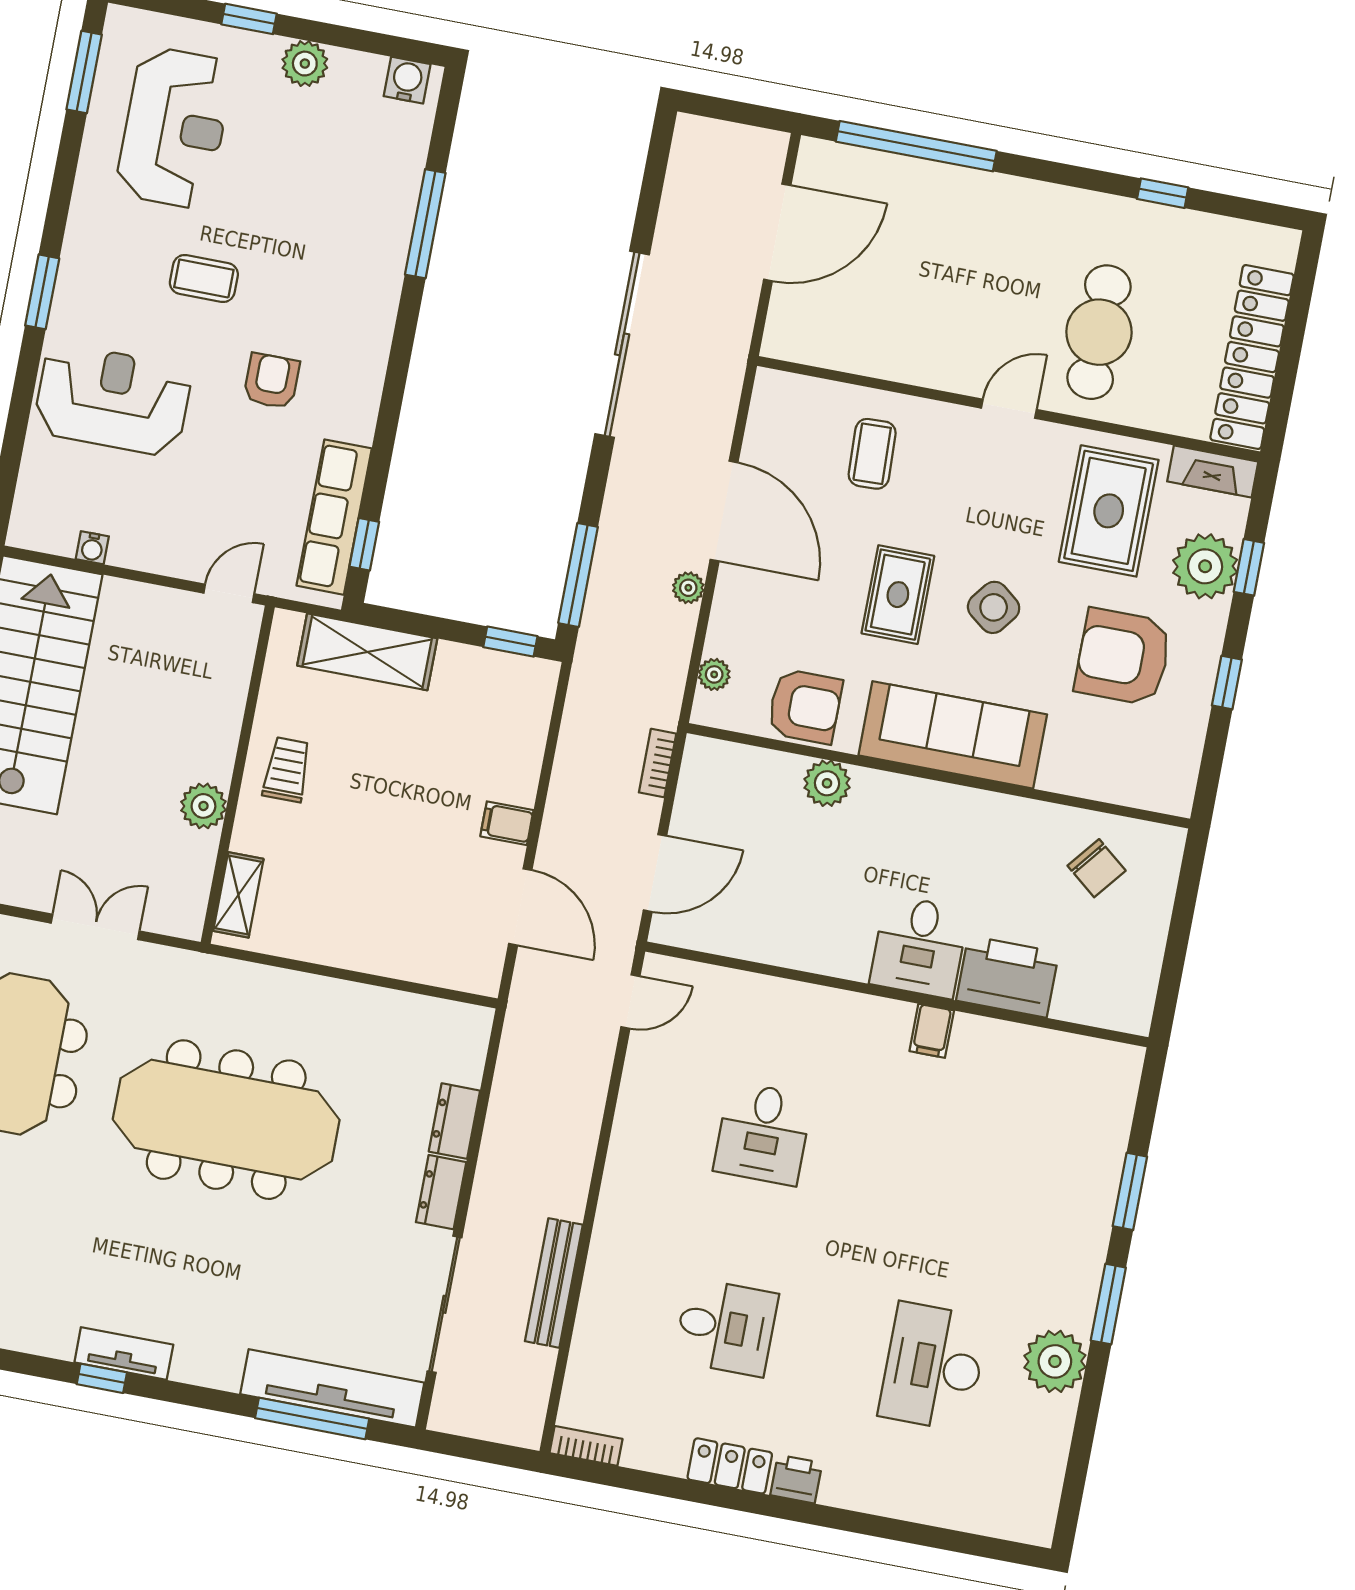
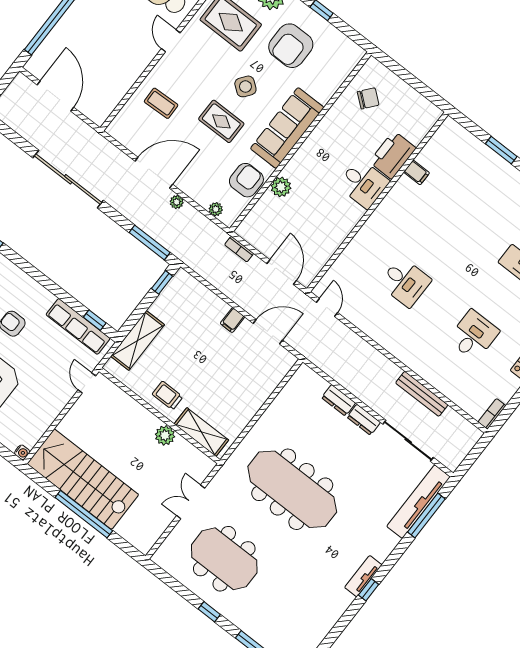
water cooler: (92, 548) -> (22, 452), moved
shelving: (238, 895) -> (201, 432), width x1.50, depth x1.33
filing cabinet: (932, 1031) -> (417, 173), moved
meeting table: (226, 1120) -> (292, 489), turned 90

